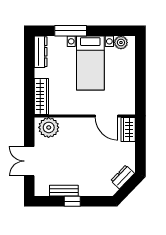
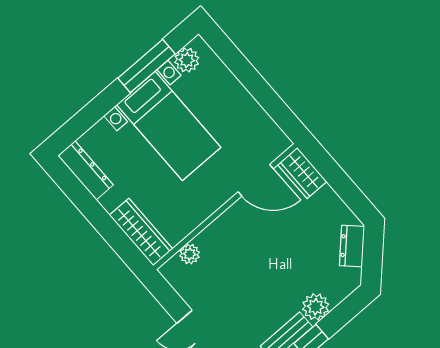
window: (71, 31) -> (147, 66), moved
plant: (49, 127) -> (190, 254), width x0.53, depth x0.53
plant: (86, 189) -> (316, 307), added

